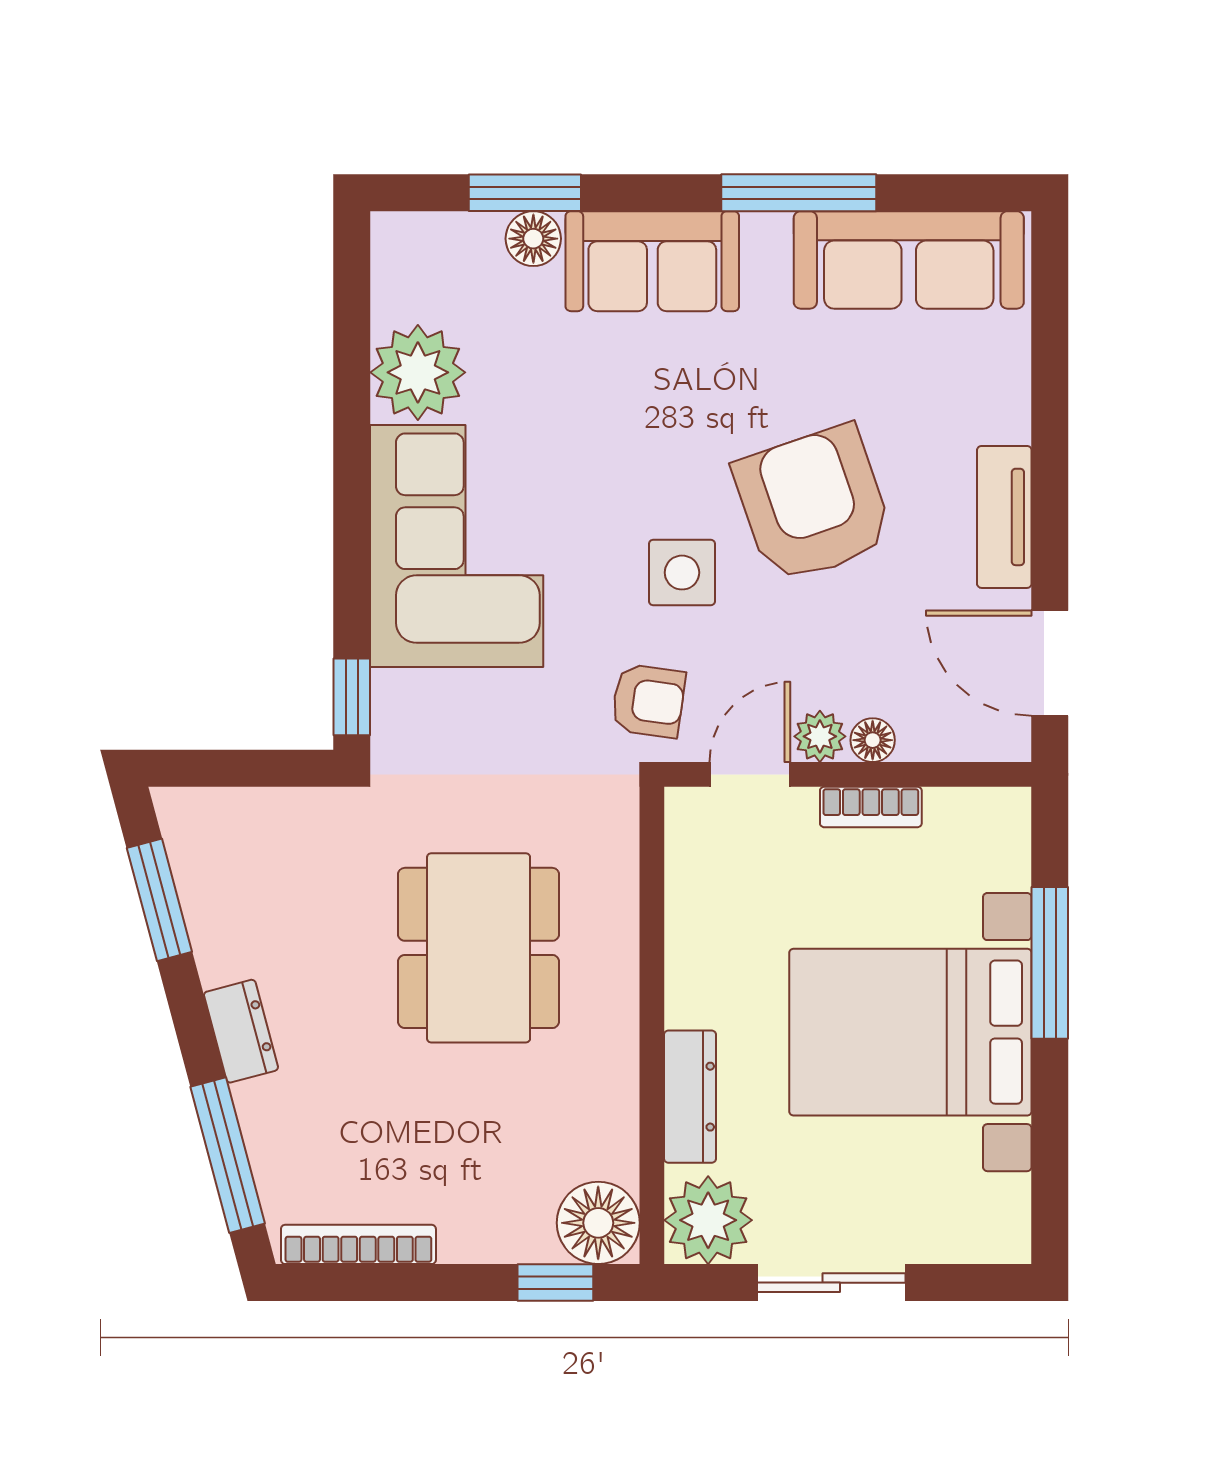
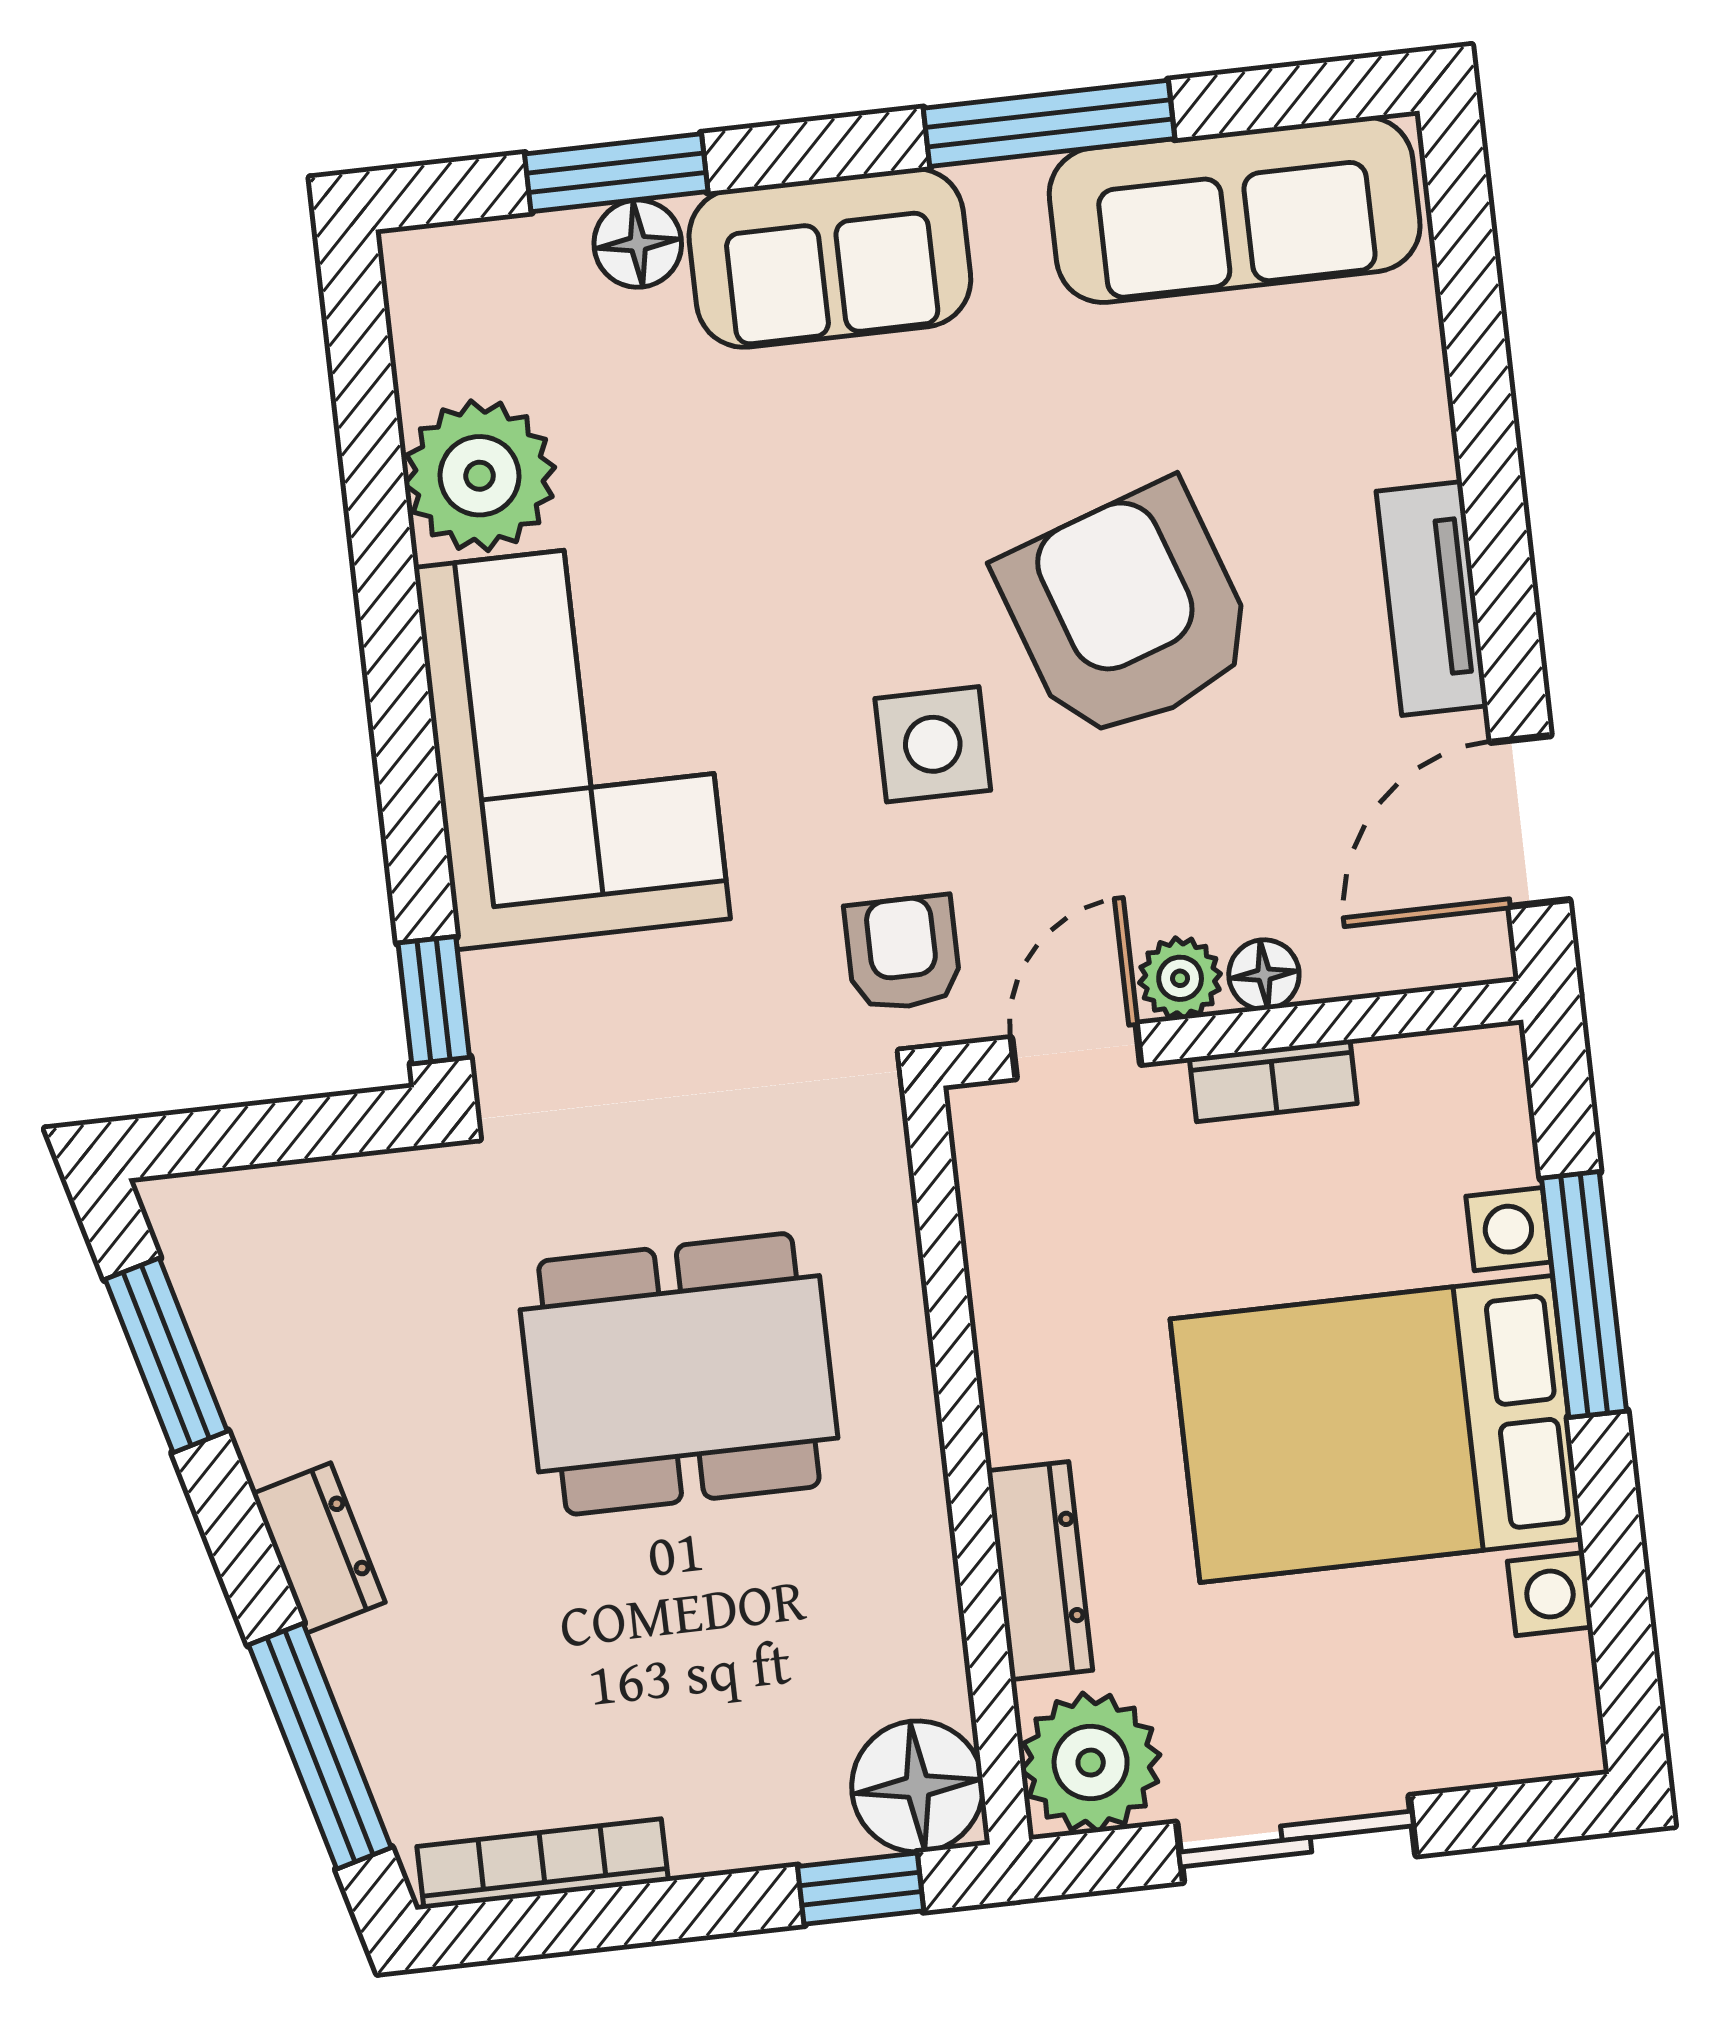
door: (1050, 663) -> (1530, 821), hinge flipped
armchair: (648, 701) -> (903, 953), turned -98
dining table: (479, 948) -> (679, 1374), turned 90

